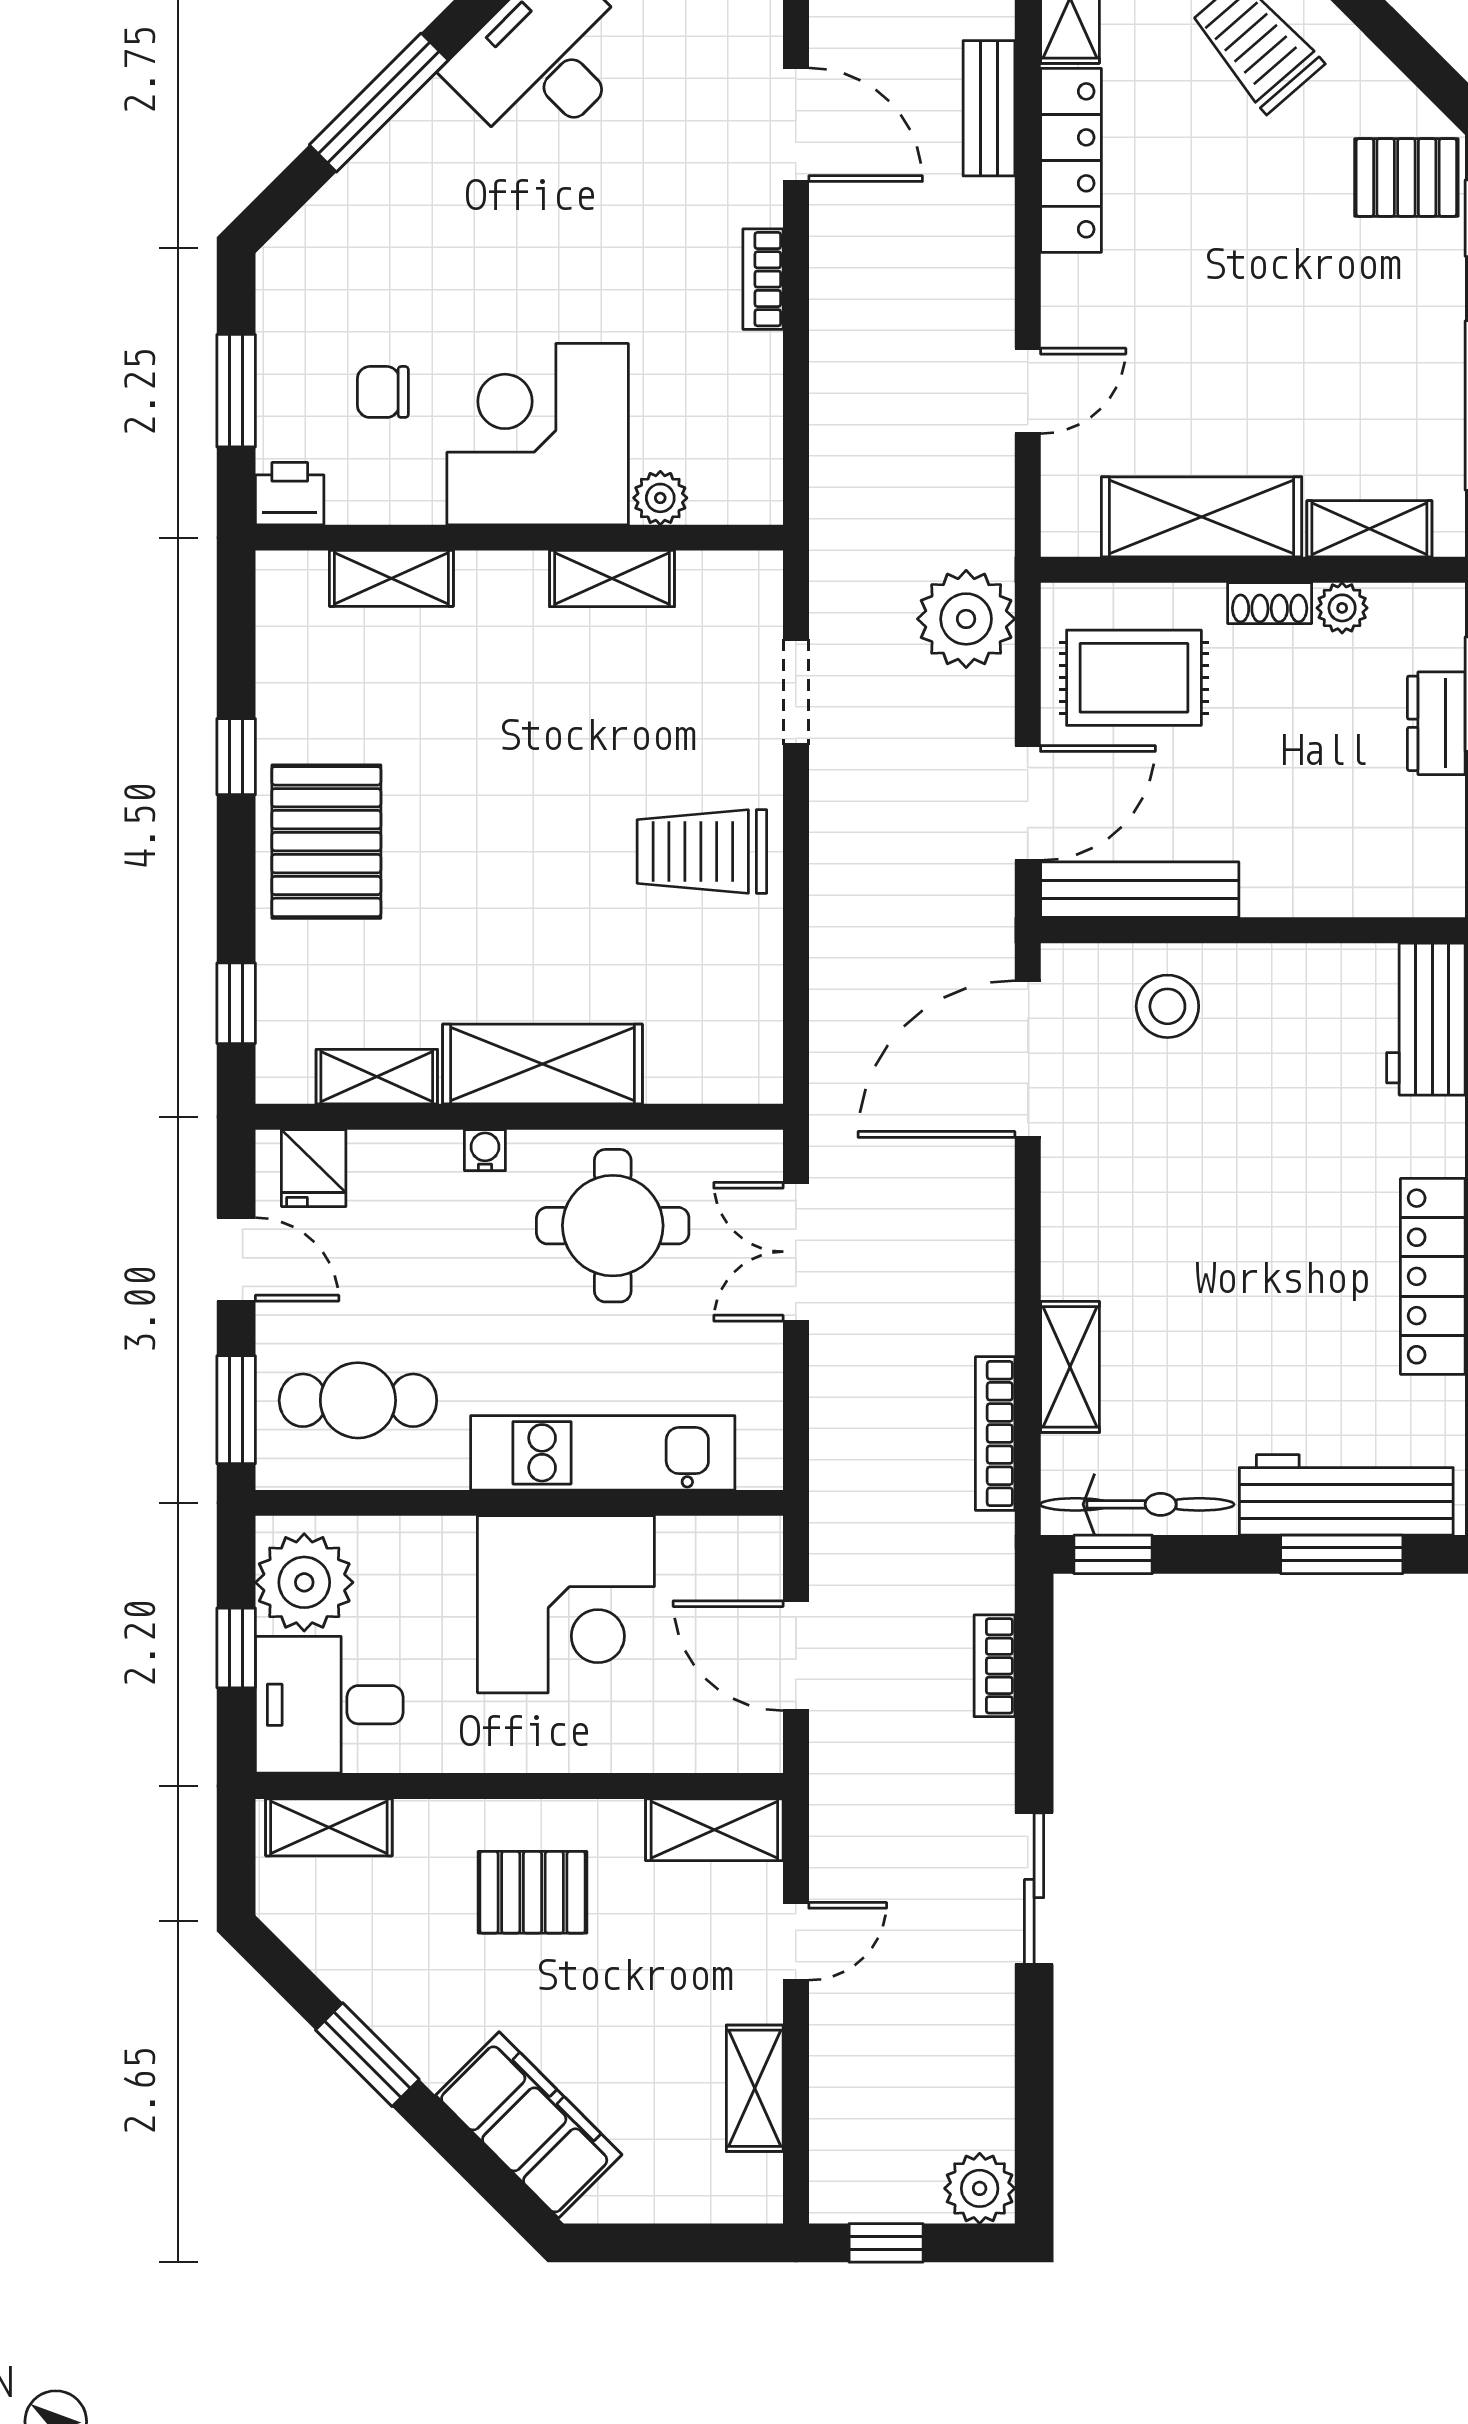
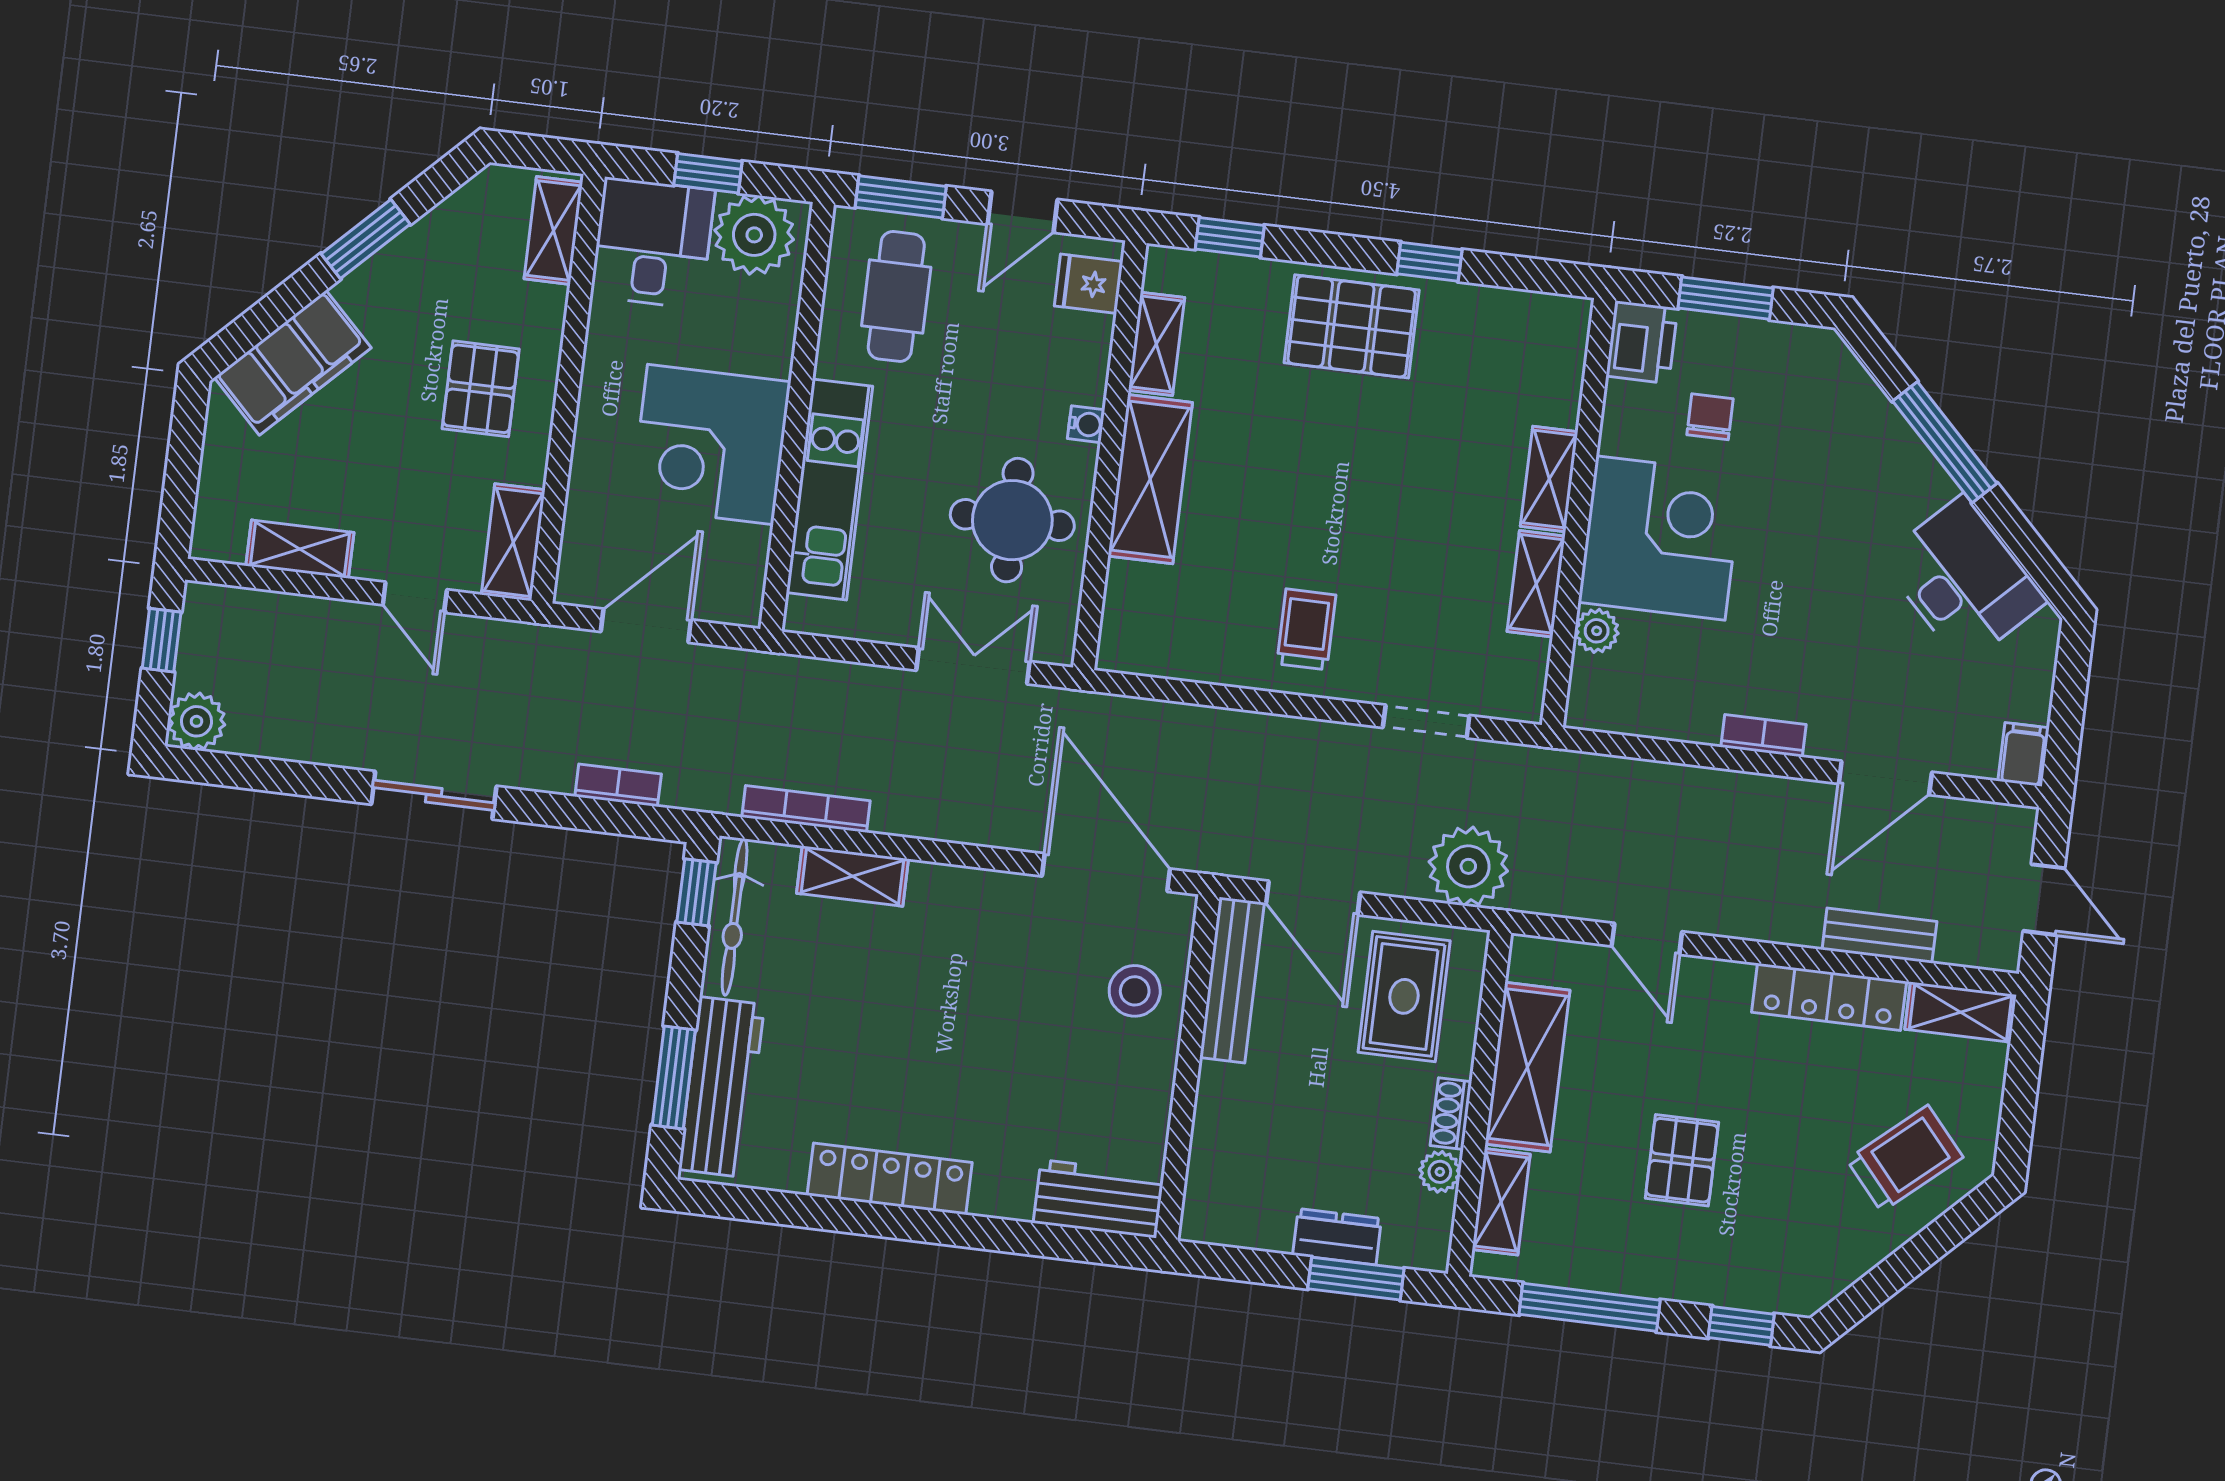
pallet: (1406, 178) -> (1682, 1160), moved
printer: (290, 494) -> (1642, 342), width x1.36, depth x1.24
shelving: (391, 578) -> (1549, 479), moved
trolley: (702, 852) -> (1306, 629), width x0.73, depth x0.72

